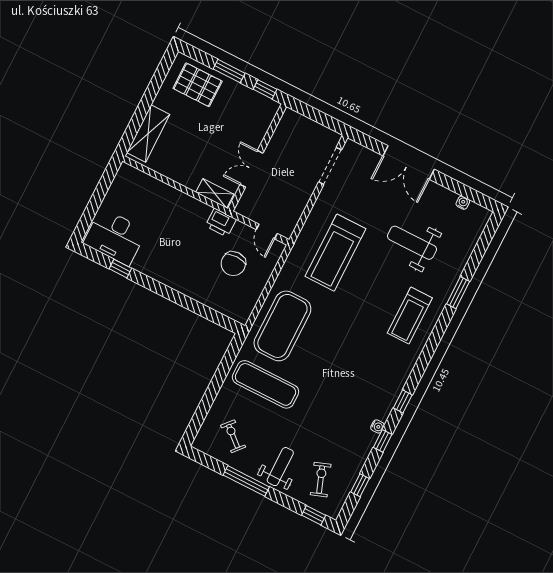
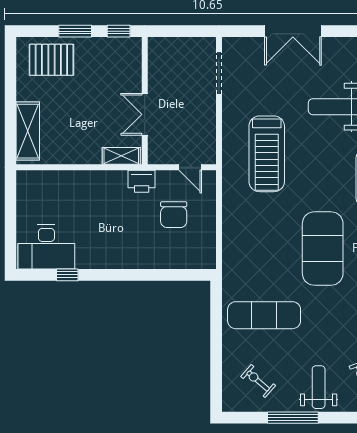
exercise mat: (282, 326) -> (323, 249), moved

